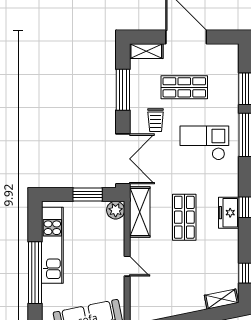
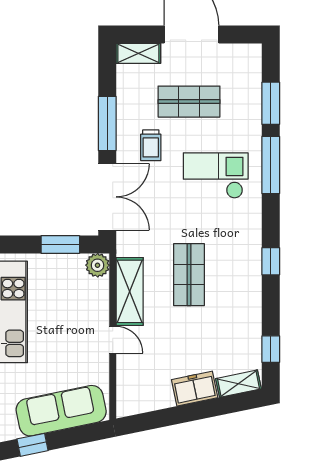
window: (123, 90) -> (107, 123), moved
shelving: (140, 212) -> (130, 291), moved
freezer: (229, 213) -> (195, 389), moved, turned 78

